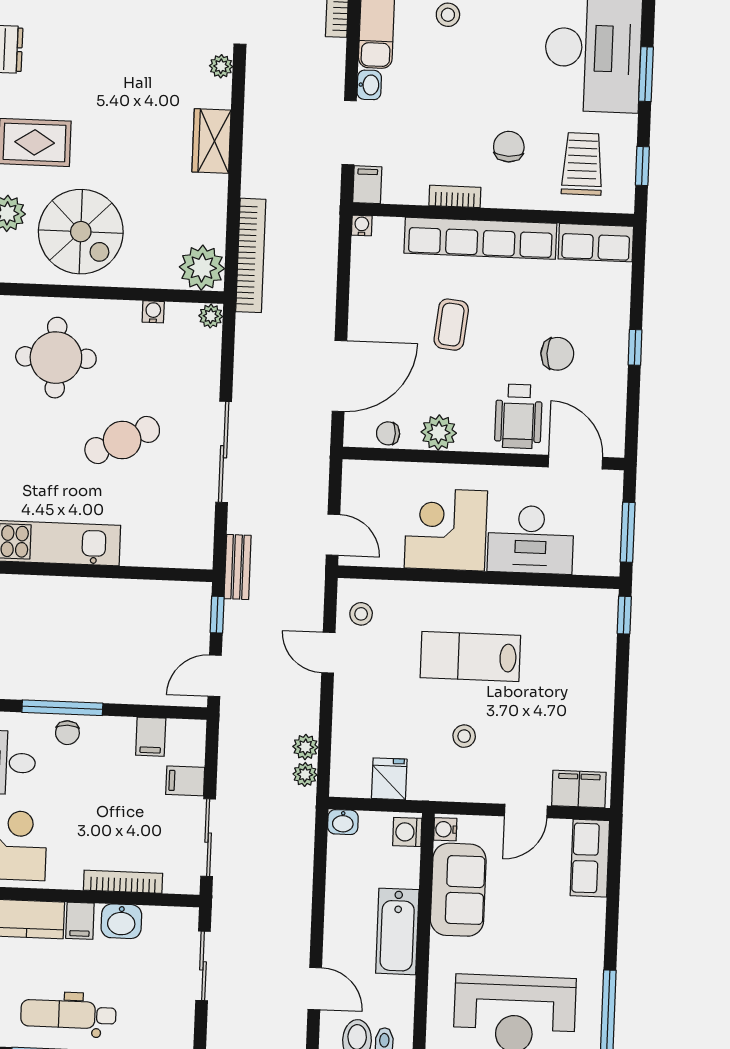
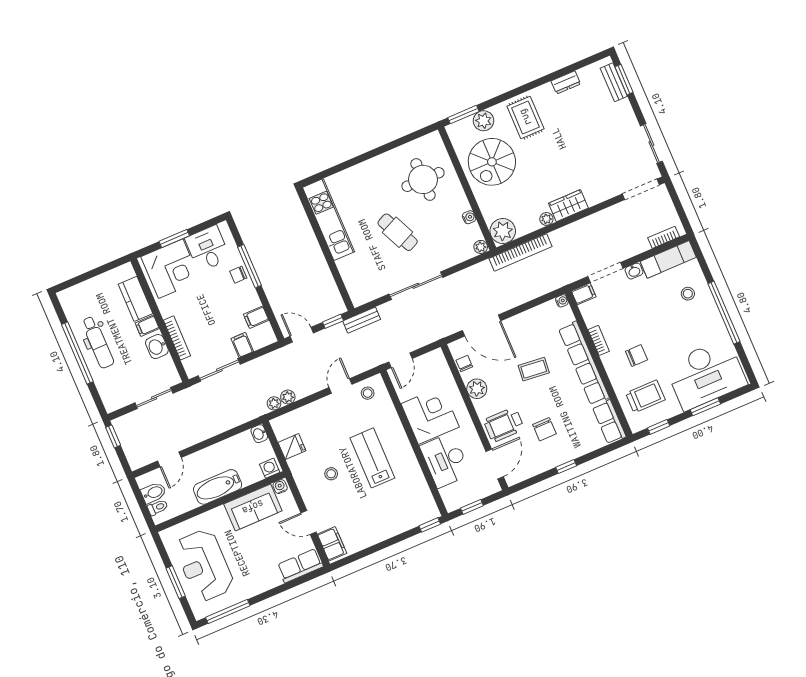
plant: (221, 66) -> (546, 219), moved
window: (628, 532) -> (472, 507), width x0.67
dental chair: (68, 1014) -> (98, 342), turned 180

